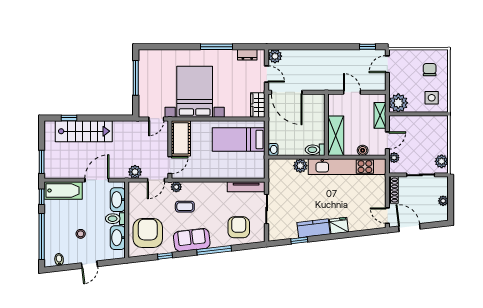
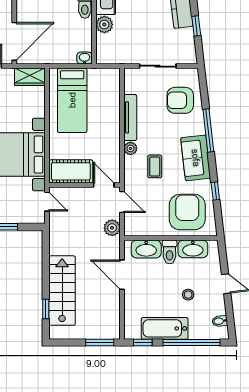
plant: (176, 187) -> (130, 148), moved
tv unit: (246, 187) -> (130, 117), moved
bathtub: (63, 190) -> (165, 328), moved, turned -90
armchair: (148, 233) -> (187, 212), turned 90

